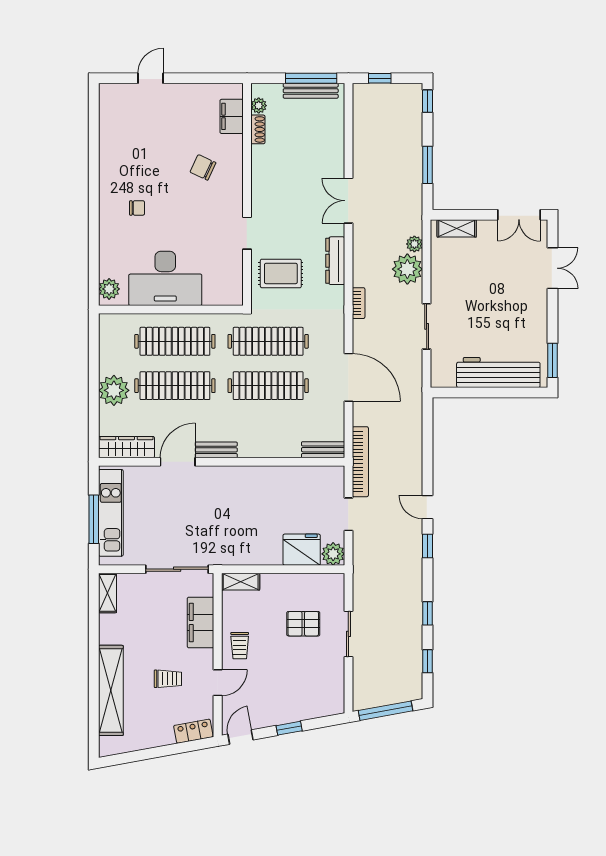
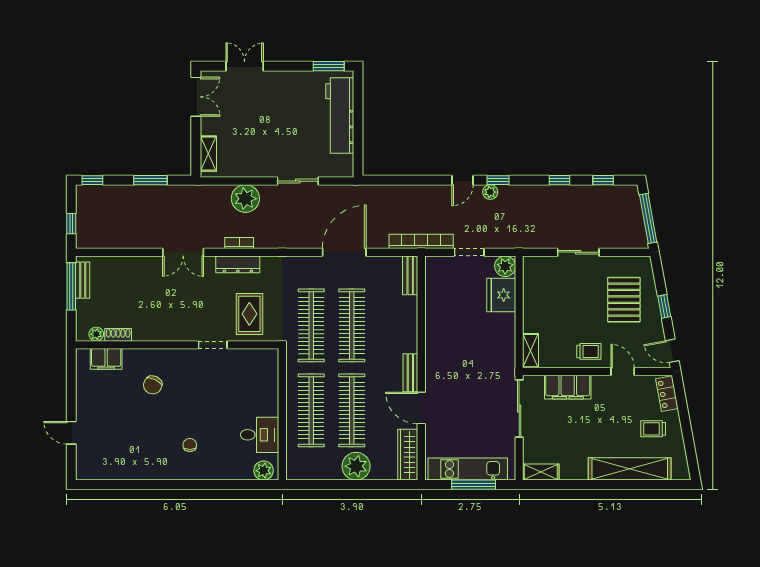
bench: (311, 91) -> (83, 280), width x0.73
plant: (414, 244) -> (490, 192), moved
desk: (165, 278) -> (260, 435), width x0.53, depth x0.77
bookcase: (359, 303) -> (239, 243), moved
pallet: (303, 624) -> (624, 300), moved, width x1.50, depth x1.42
trolley: (168, 679) -> (653, 429), moved, turned -90

